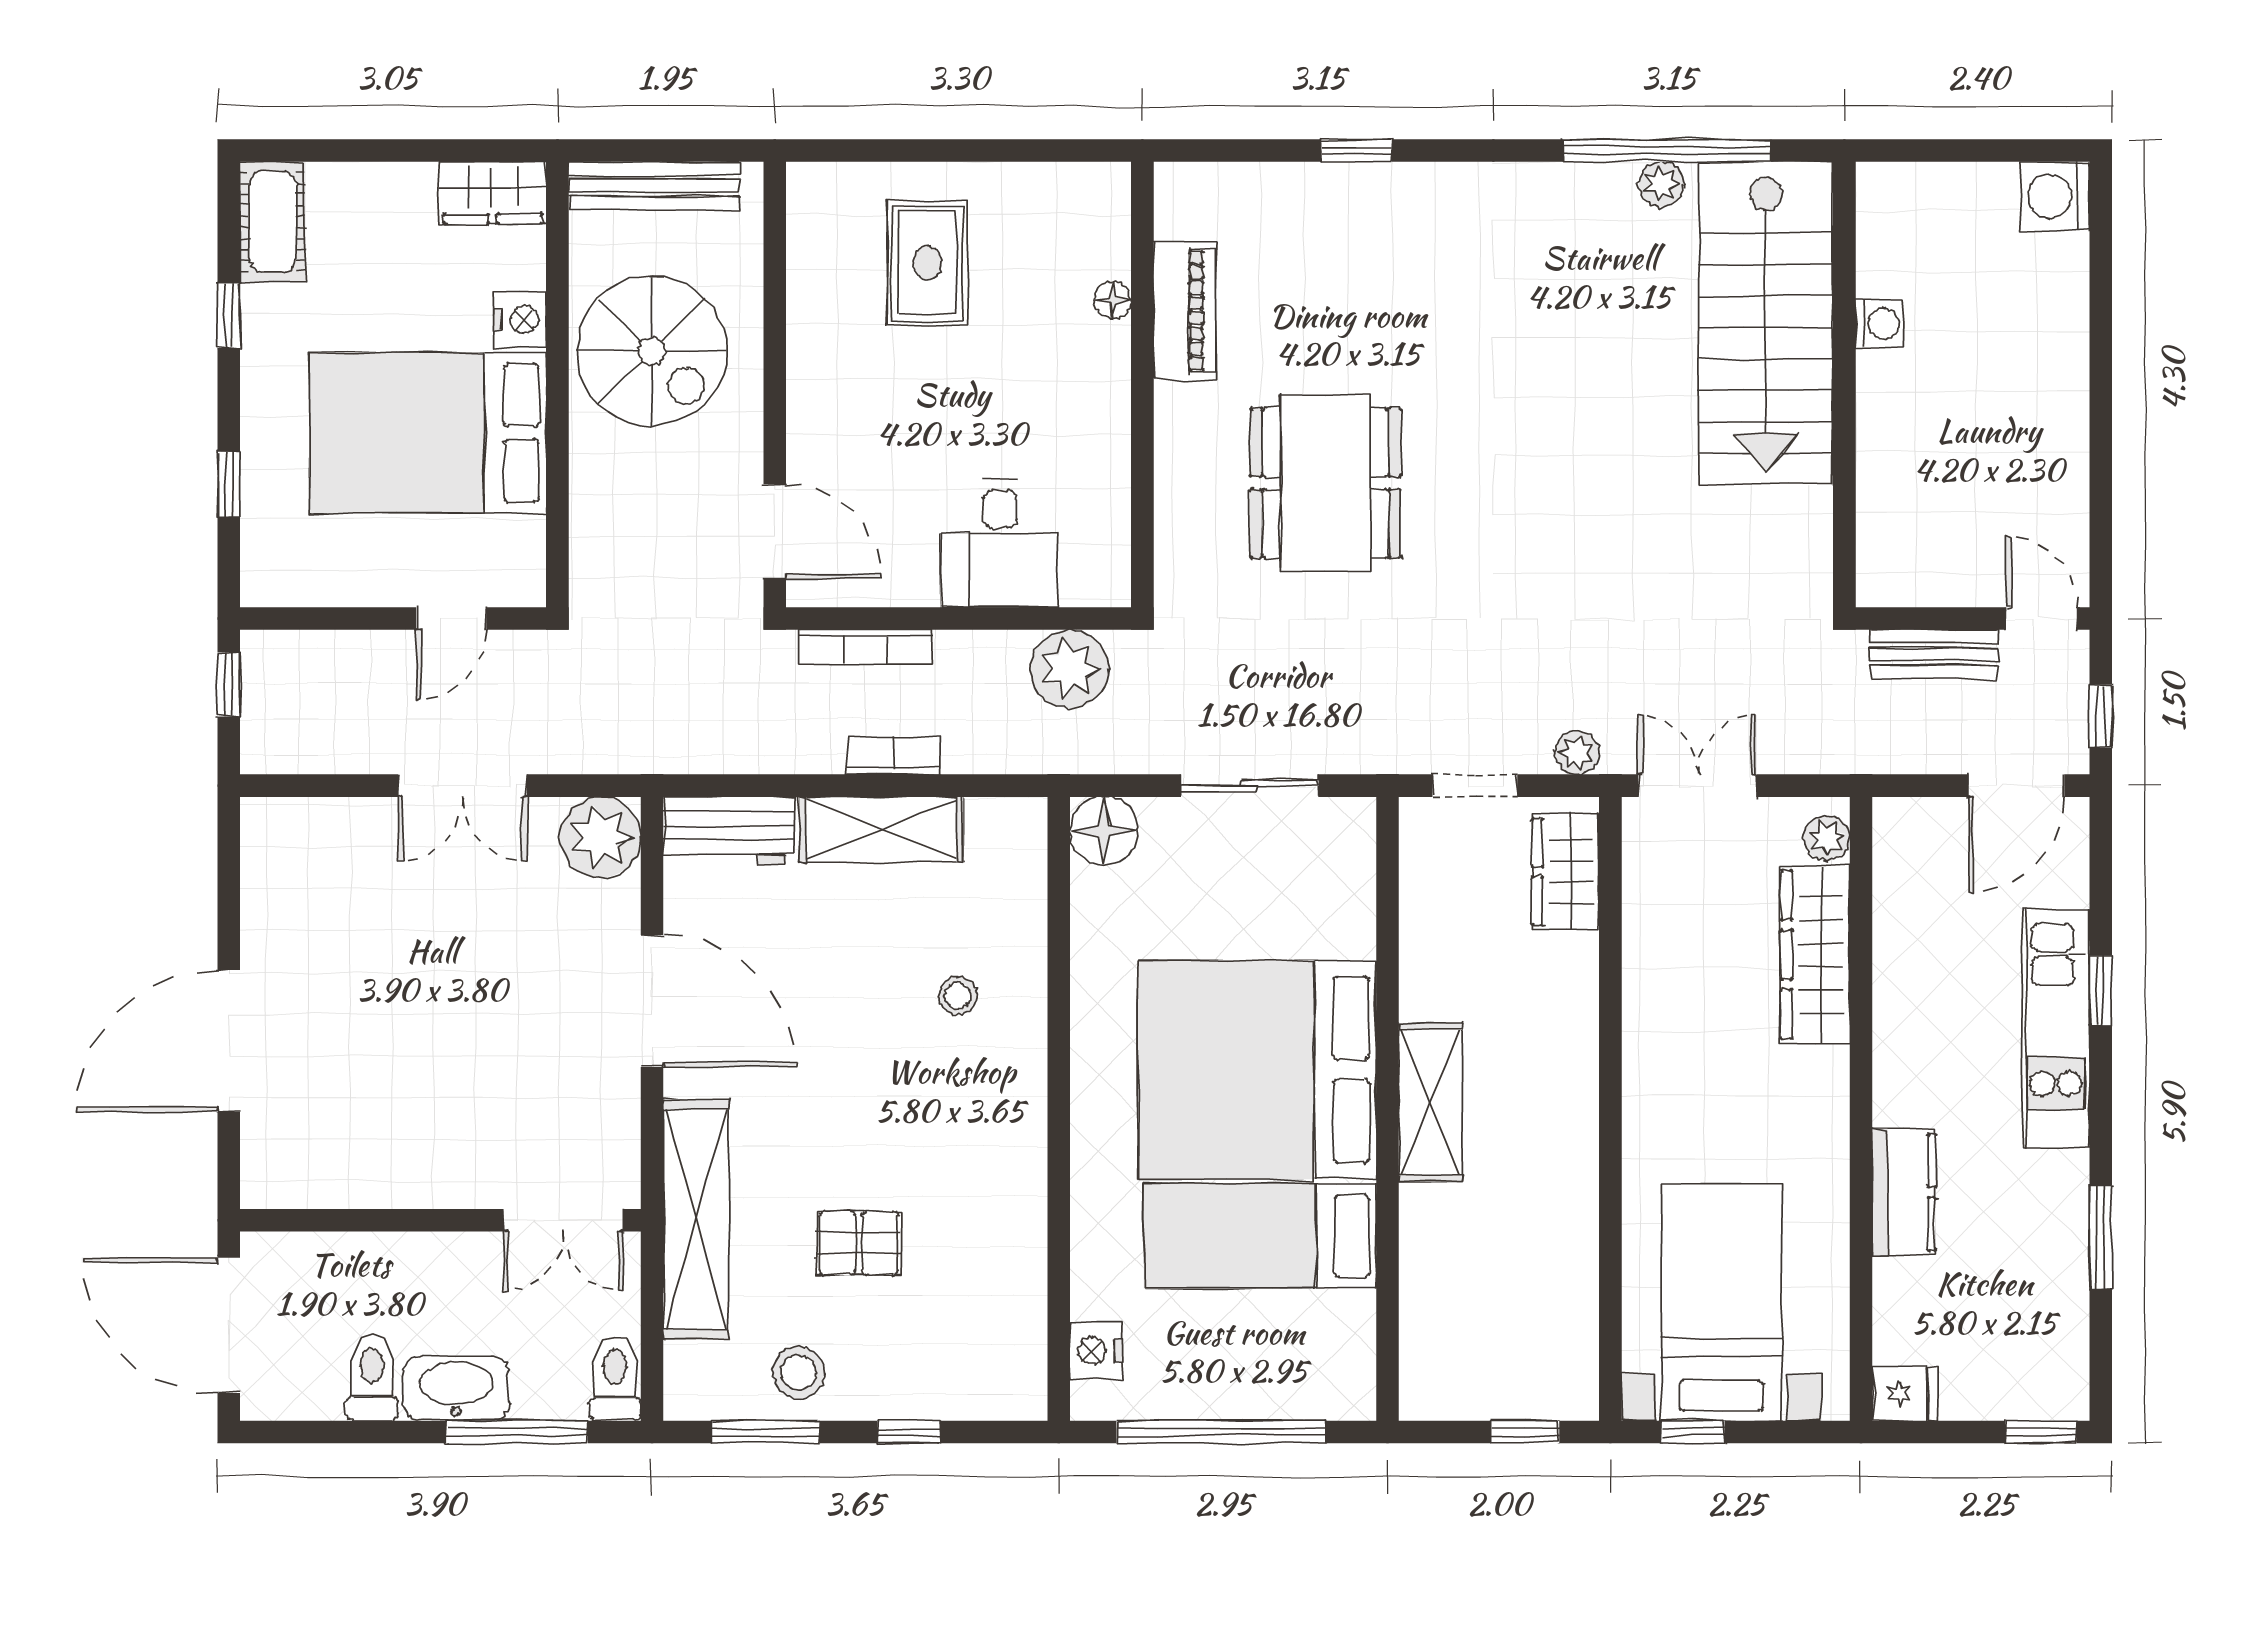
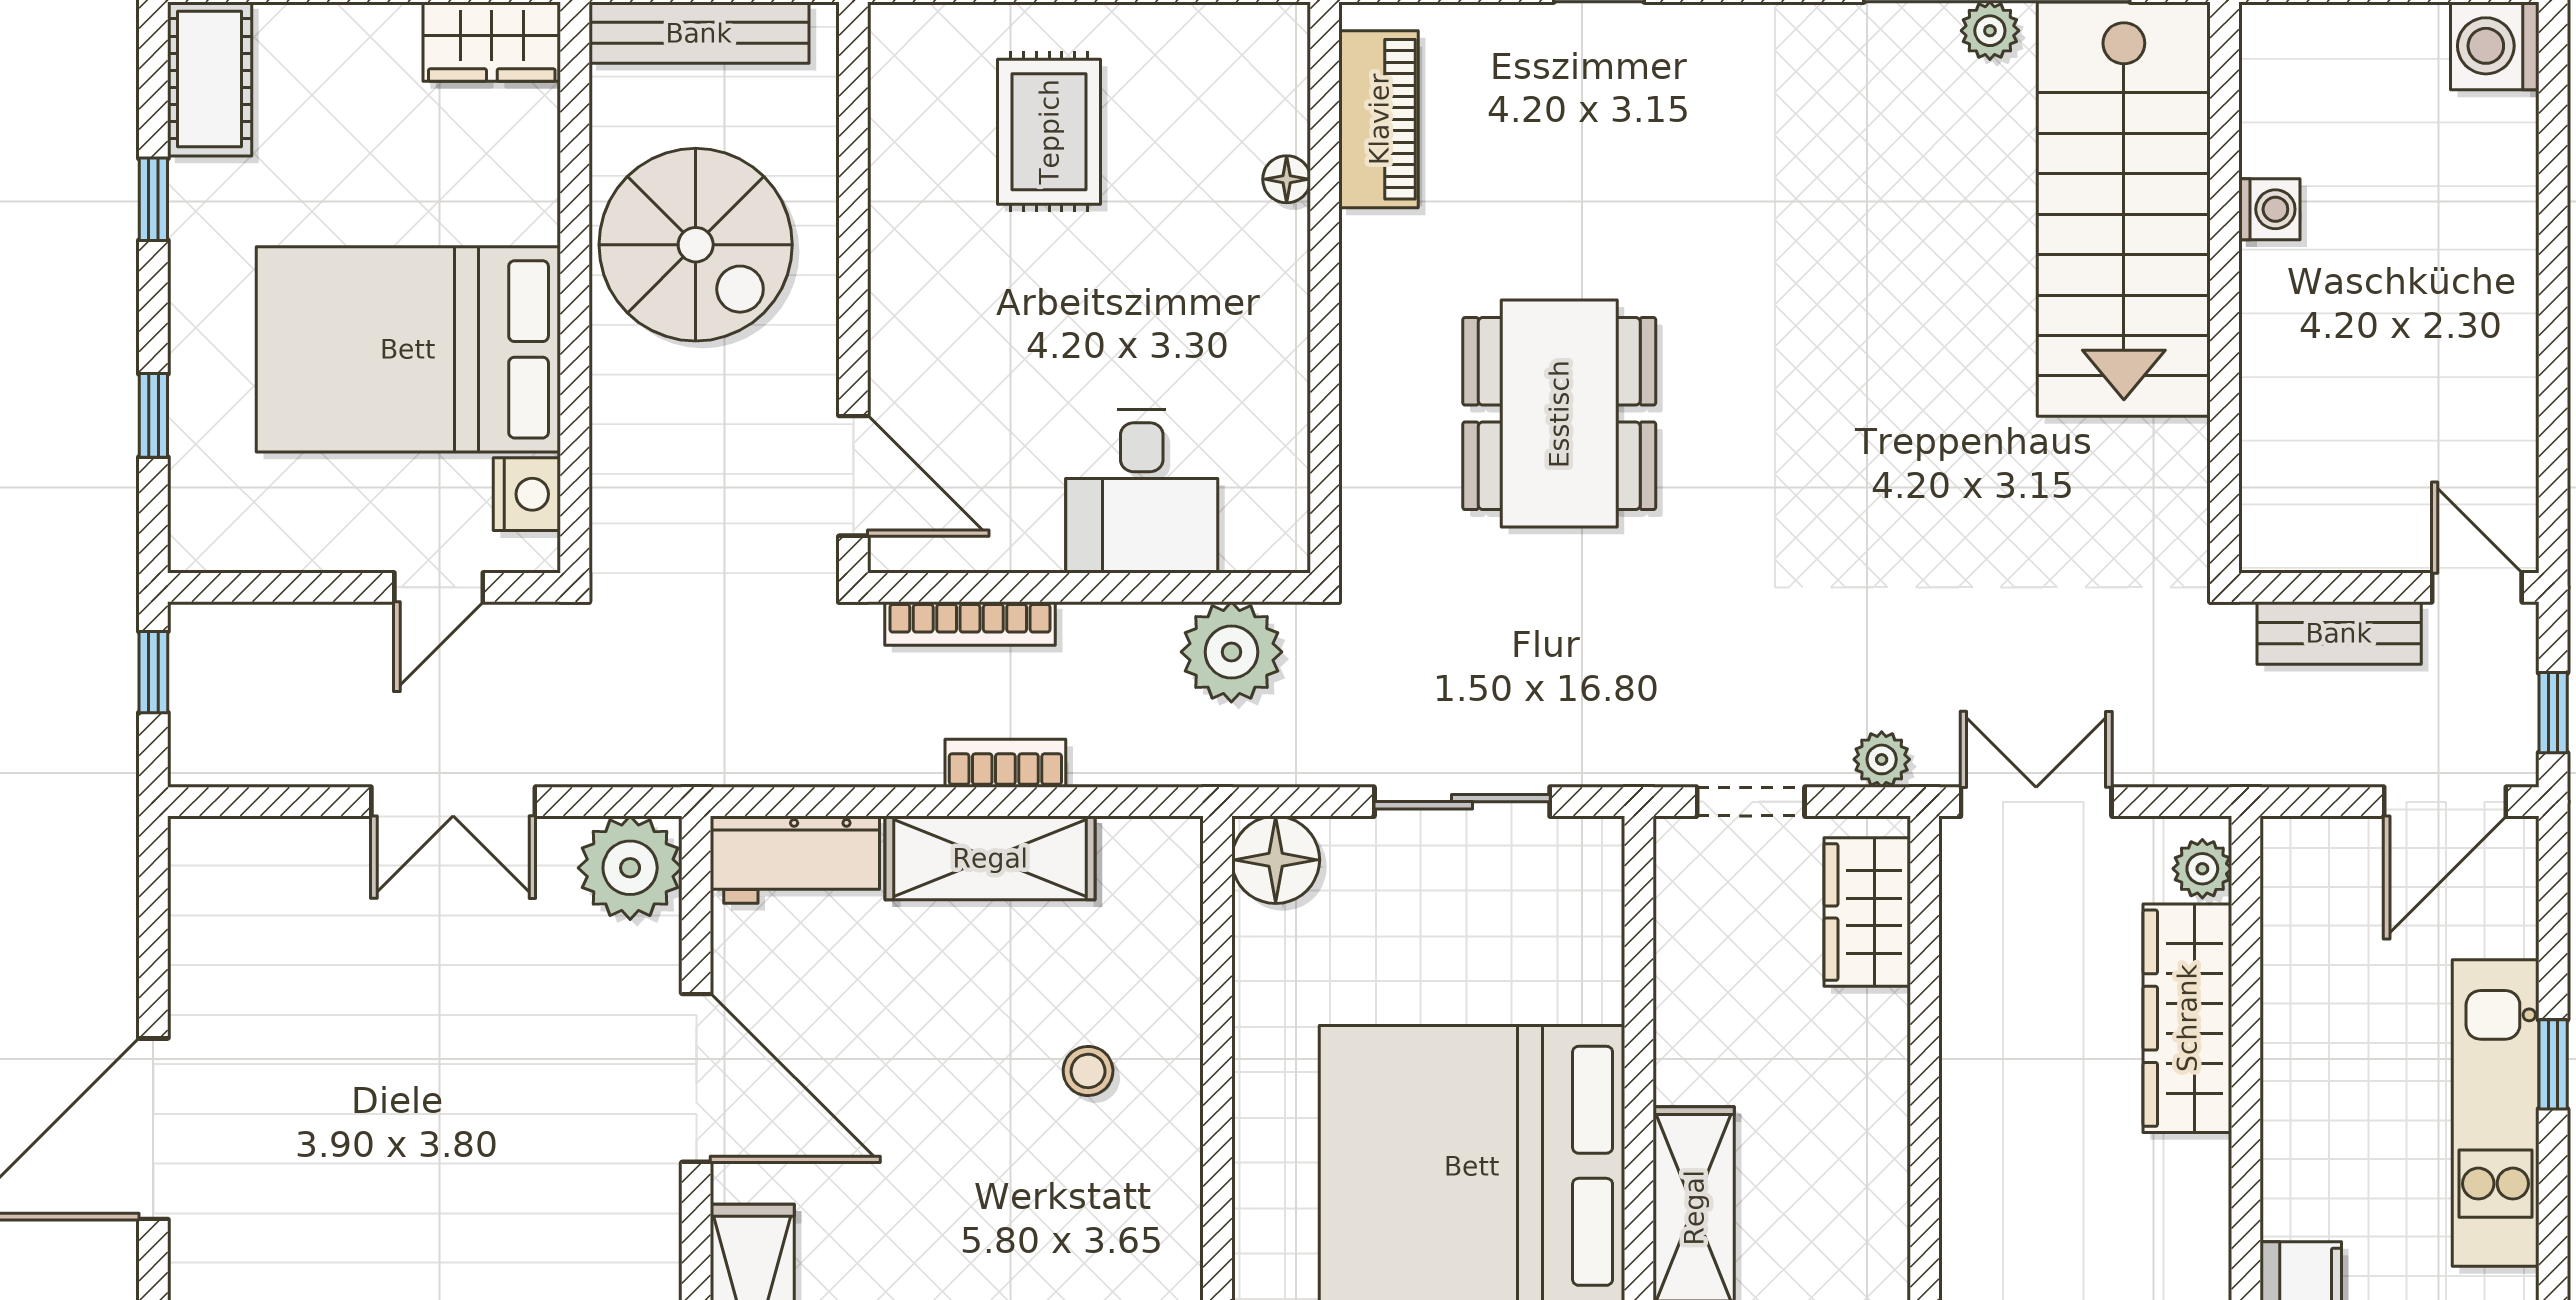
piano: (1184, 311) -> (1379, 119), moved
nightstand: (520, 320) -> (527, 494), moved

